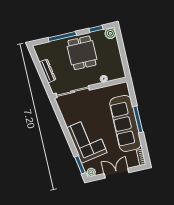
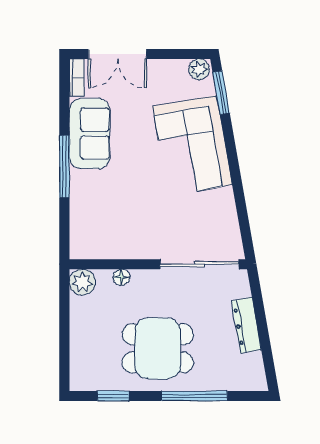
plant: (110, 33) -> (82, 282), moved
dining table: (82, 53) -> (158, 348), turned 90
sofa: (125, 123) -> (90, 133), width x0.54, depth x0.79
double door: (117, 173) -> (117, 54), moved

